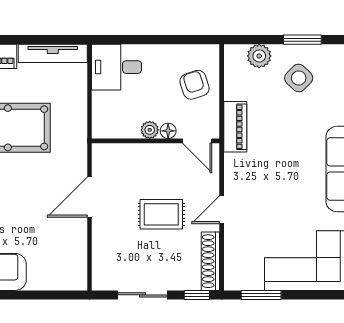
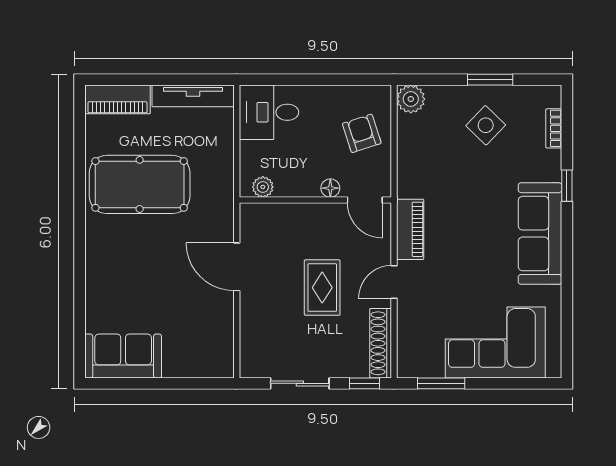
plant: (259, 56) -> (411, 99), moved
piano: (235, 127) -> (410, 229), moved
plant: (150, 130) -> (263, 187), moved
door: (90, 197) -> (237, 267), hinge flipped
rug: (161, 214) -> (322, 288), turned 90

